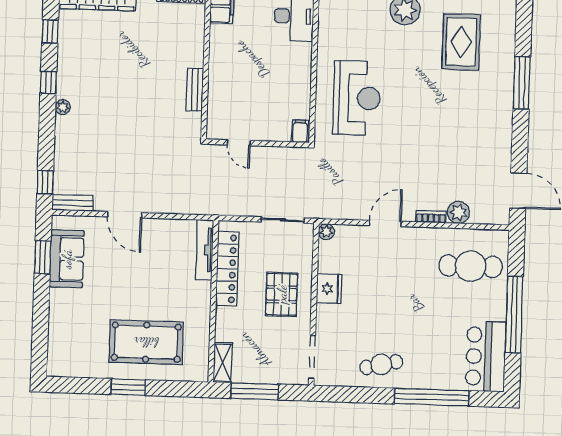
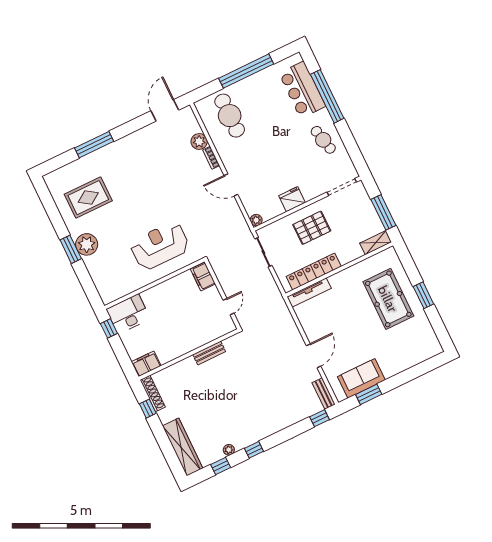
plant: (63, 107) -> (229, 450), moved
filing cabinet: (300, 131) -> (203, 277), width x2.00
bar counter: (486, 356) -> (302, 90), moved, turned 90

